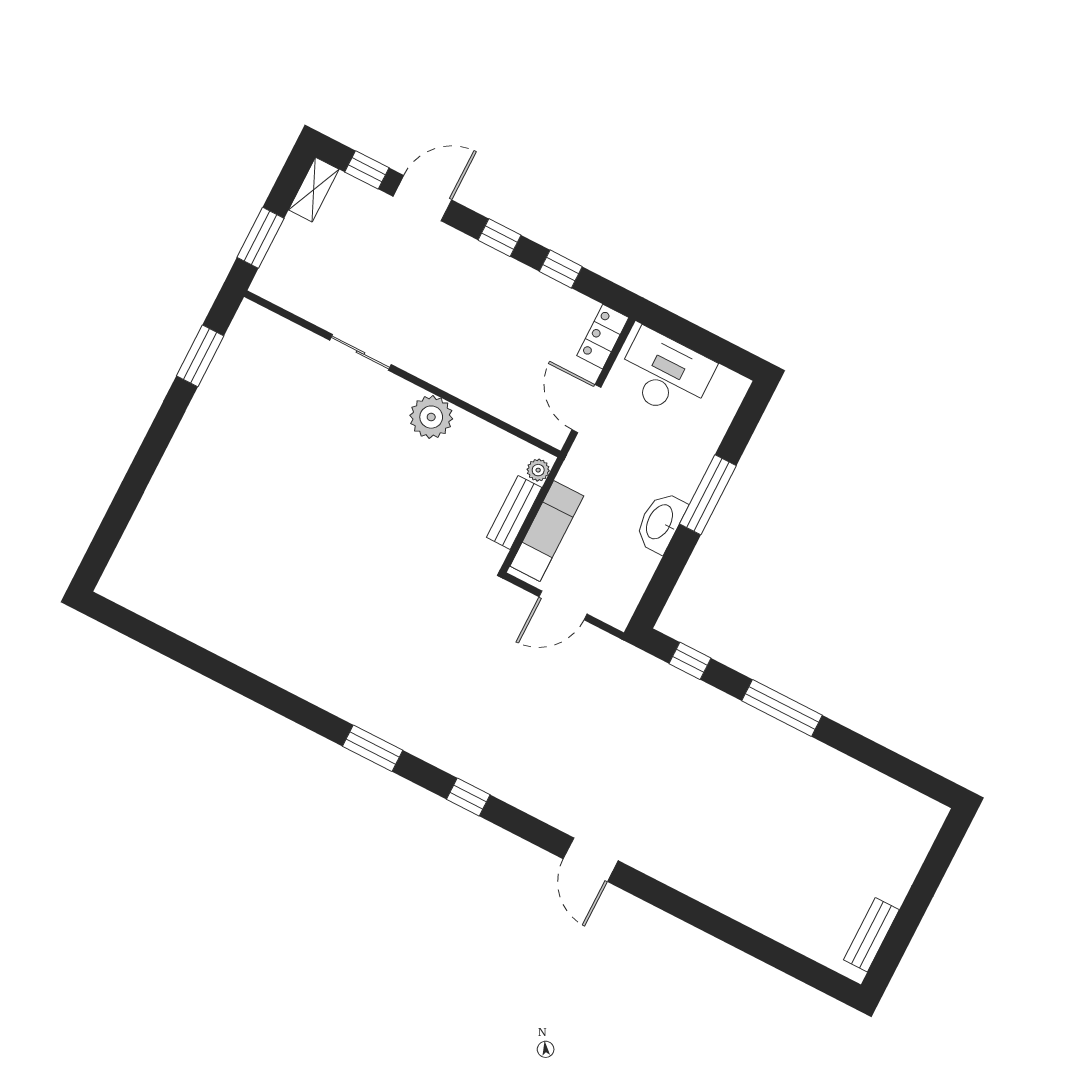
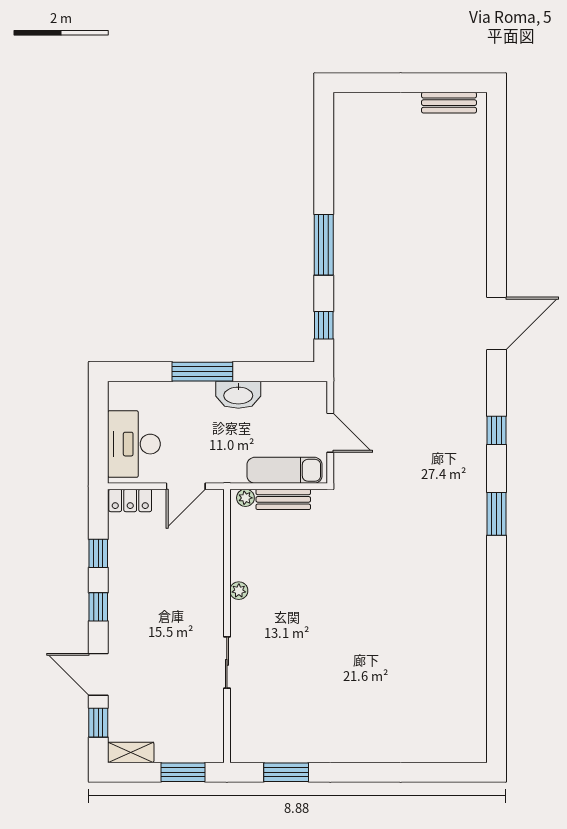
plant: (431, 417) -> (239, 591), width x0.53, depth x0.53
door: (591, 860) -> (496, 323), width x1.36

